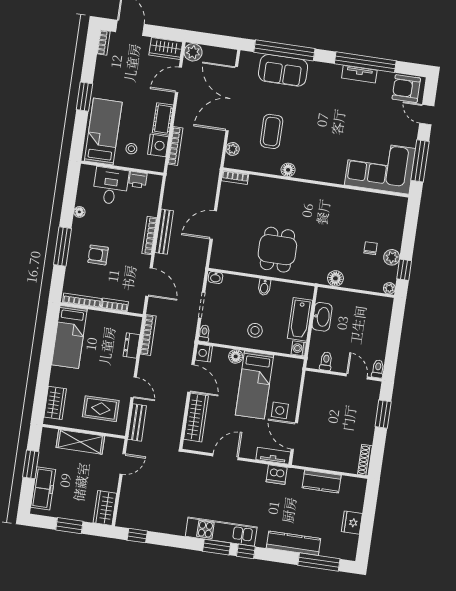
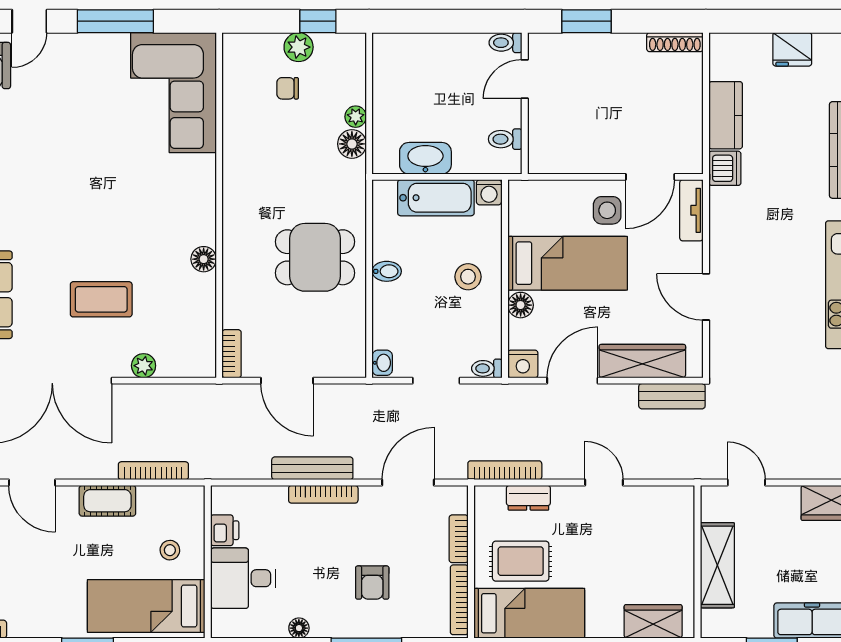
nightstand: (158, 145) -> (157, 502), removed
corner sofa: (380, 167) -> (173, 93), moved
floor lamp: (288, 170) -> (204, 259), moved
bookcase: (235, 177) -> (232, 354), moved
wall: (316, 182) -> (219, 205), moved
plant: (389, 288) -> (356, 117), moved
door: (134, 387) -> (604, 483), hinge flipped
rug: (101, 409) -> (521, 561), moved, turned 90
bench: (137, 423) -> (672, 396), moved
dishwasher: (277, 475) -> (725, 168), moved

